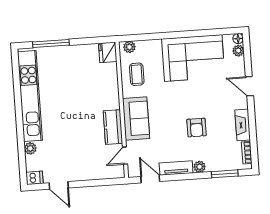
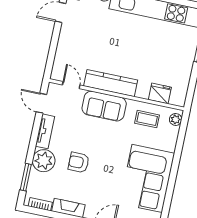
fridge: (108, 52) -> (160, 93), moved
kitchen counter: (113, 127) -> (111, 83), width x1.50
plant: (200, 167) -> (44, 161), width x1.88, depth x1.88
door: (150, 179) -> (41, 103), swing flipped

